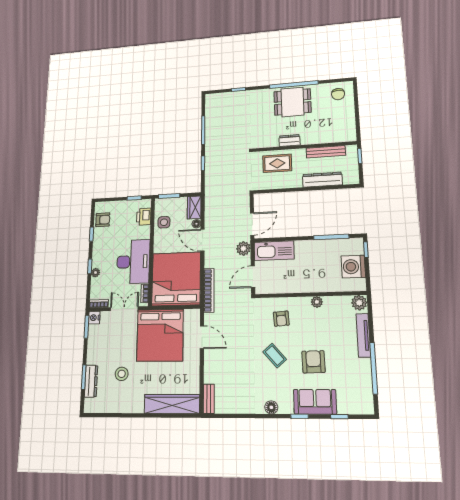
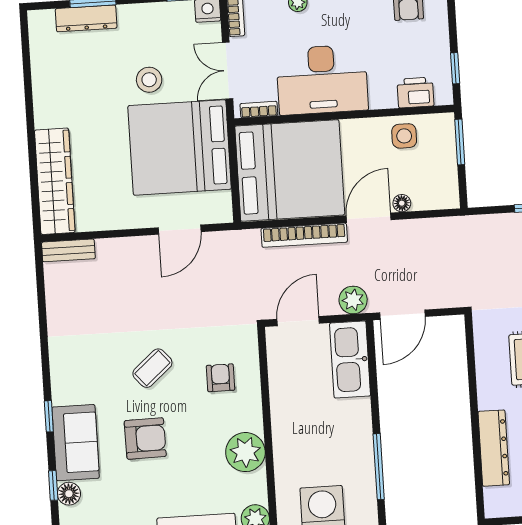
wardrobe: (194, 207) -> (436, 196), removed
door: (252, 224) -> (402, 315), hinge flipped
door: (253, 277) -> (298, 321), hinge flipped
bookcase: (209, 290) -> (304, 235), moved
plant: (317, 302) -> (245, 452), width x1.88, depth x1.88
double door: (124, 309) -> (228, 71), swing flipped
armchair: (281, 319) -> (221, 378), turned 94
stool: (122, 374) -> (149, 80), moved
floor lamp: (271, 407) -> (69, 494), moved

